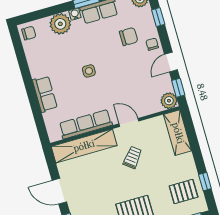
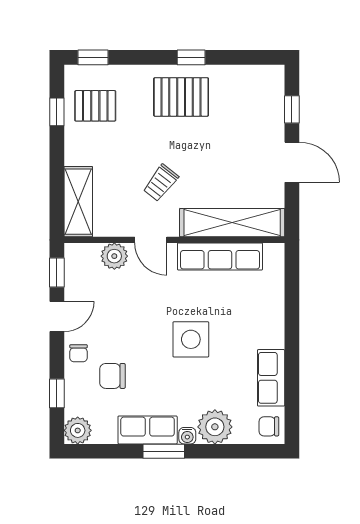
side table: (89, 71) -> (191, 339), width x1.87, depth x1.87
row of seats: (45, 94) -> (271, 378), moved
plant: (169, 101) -> (114, 256), moved

